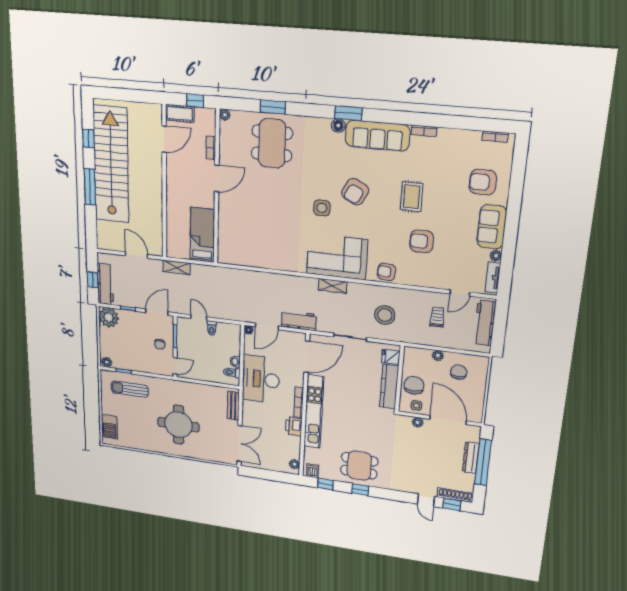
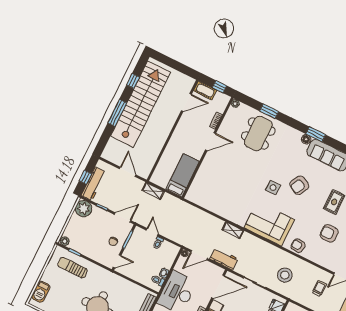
shelving: (333, 286) -> (233, 230), moved

